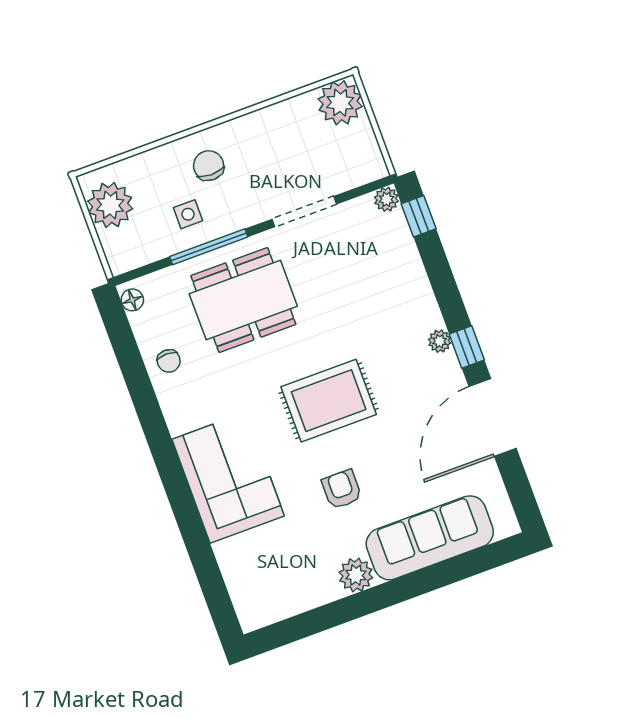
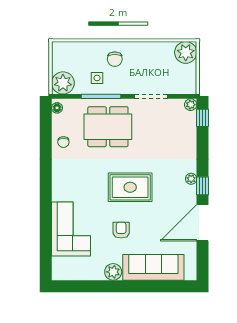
chair: (209, 166) -> (115, 59), turned 180
plant: (110, 205) -> (63, 83), moved
corner sofa: (228, 478) -> (71, 229), moved

